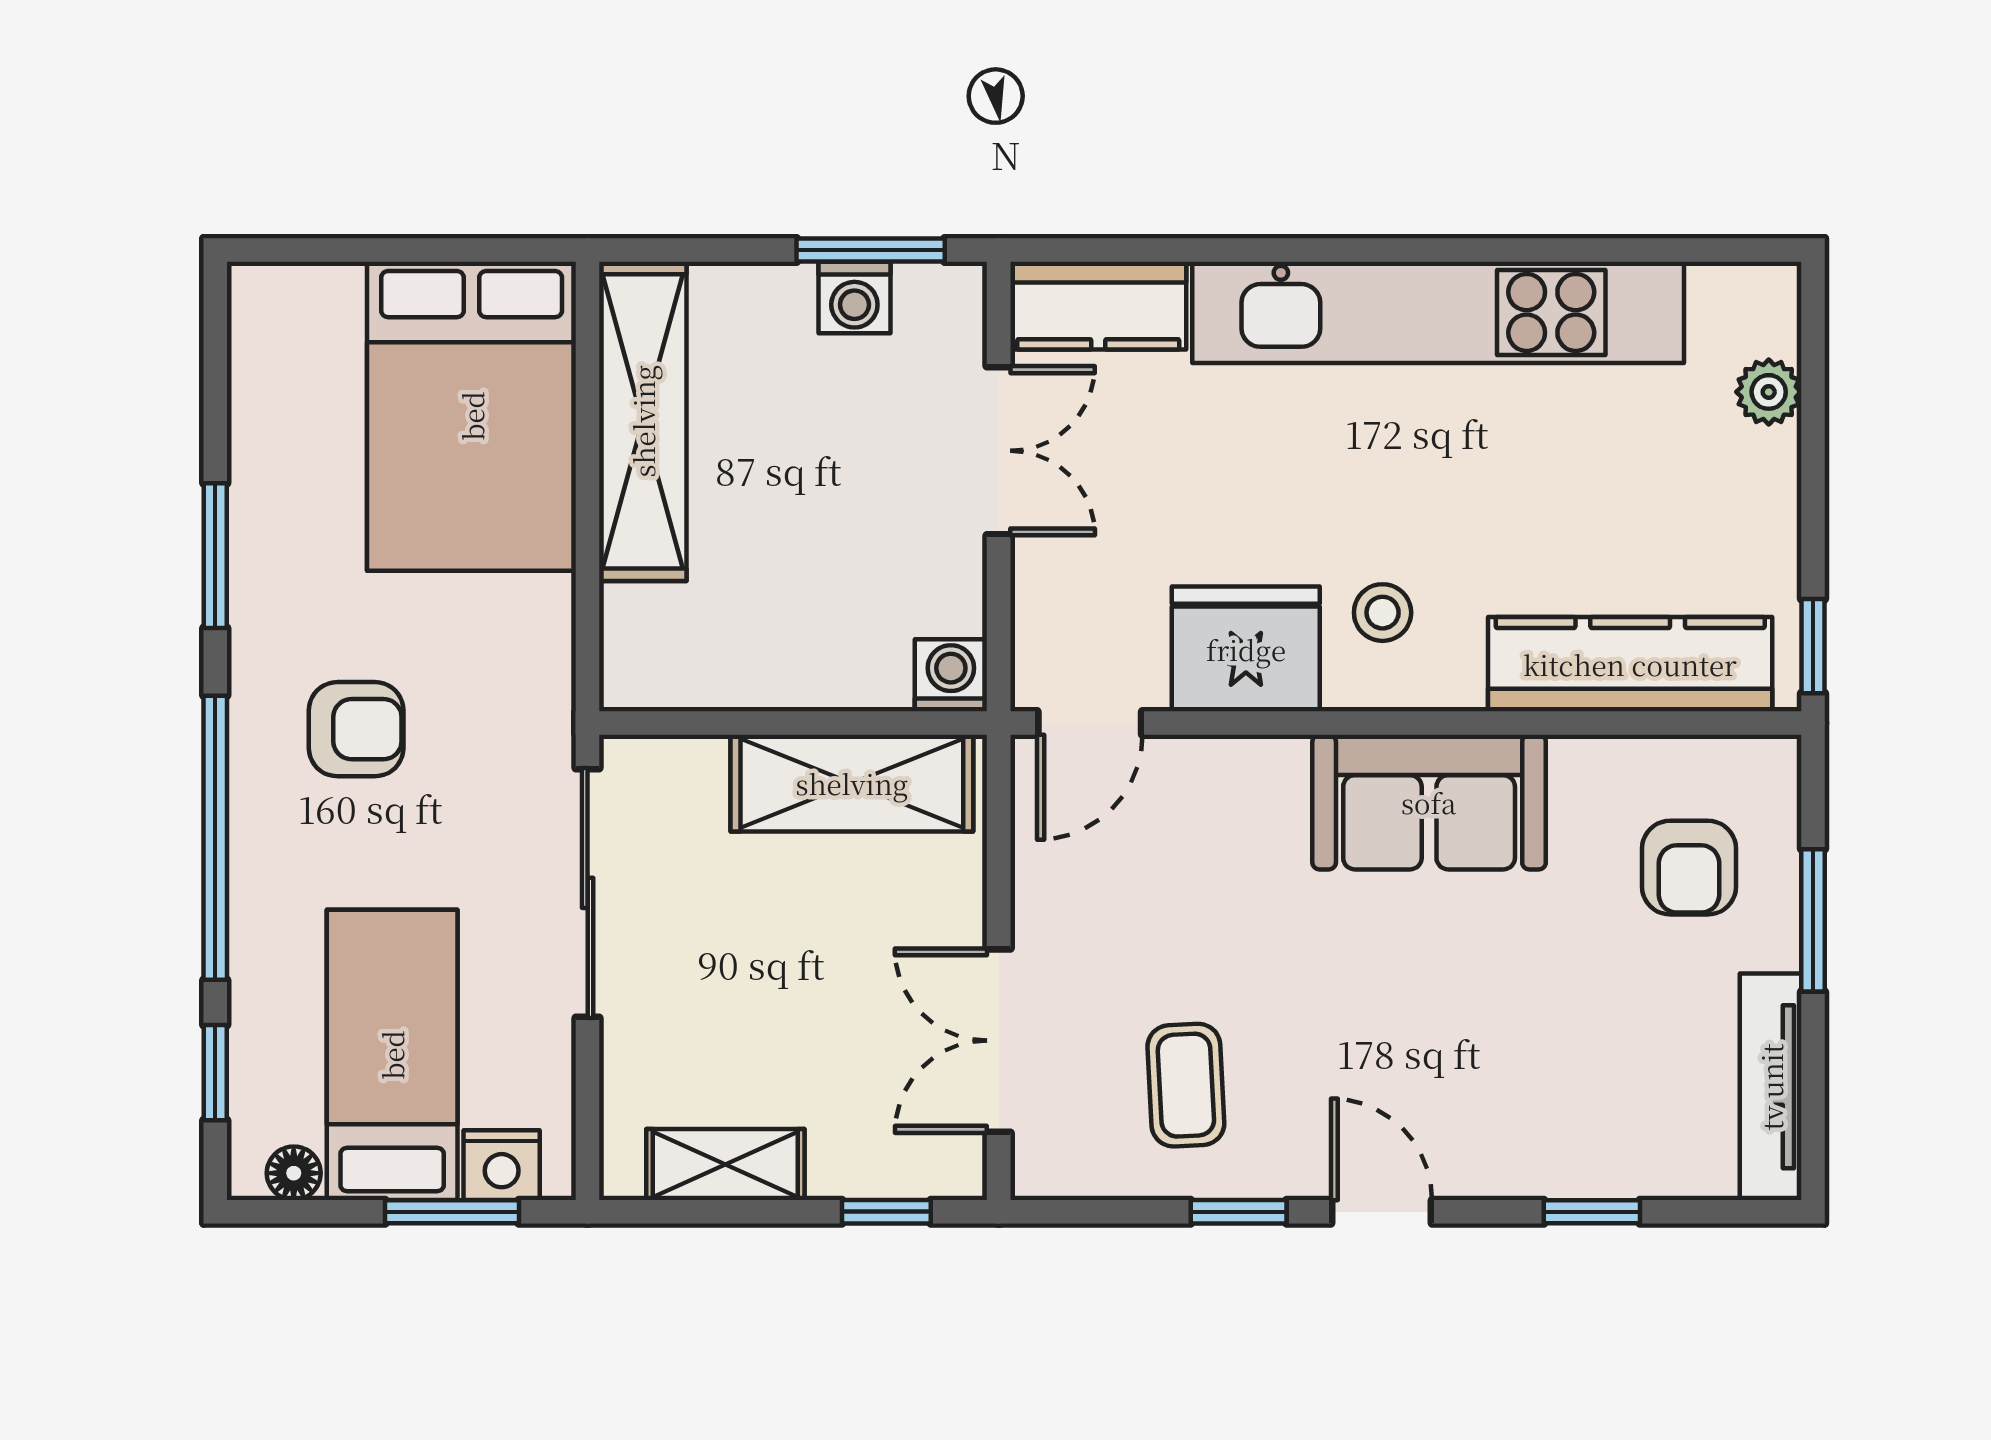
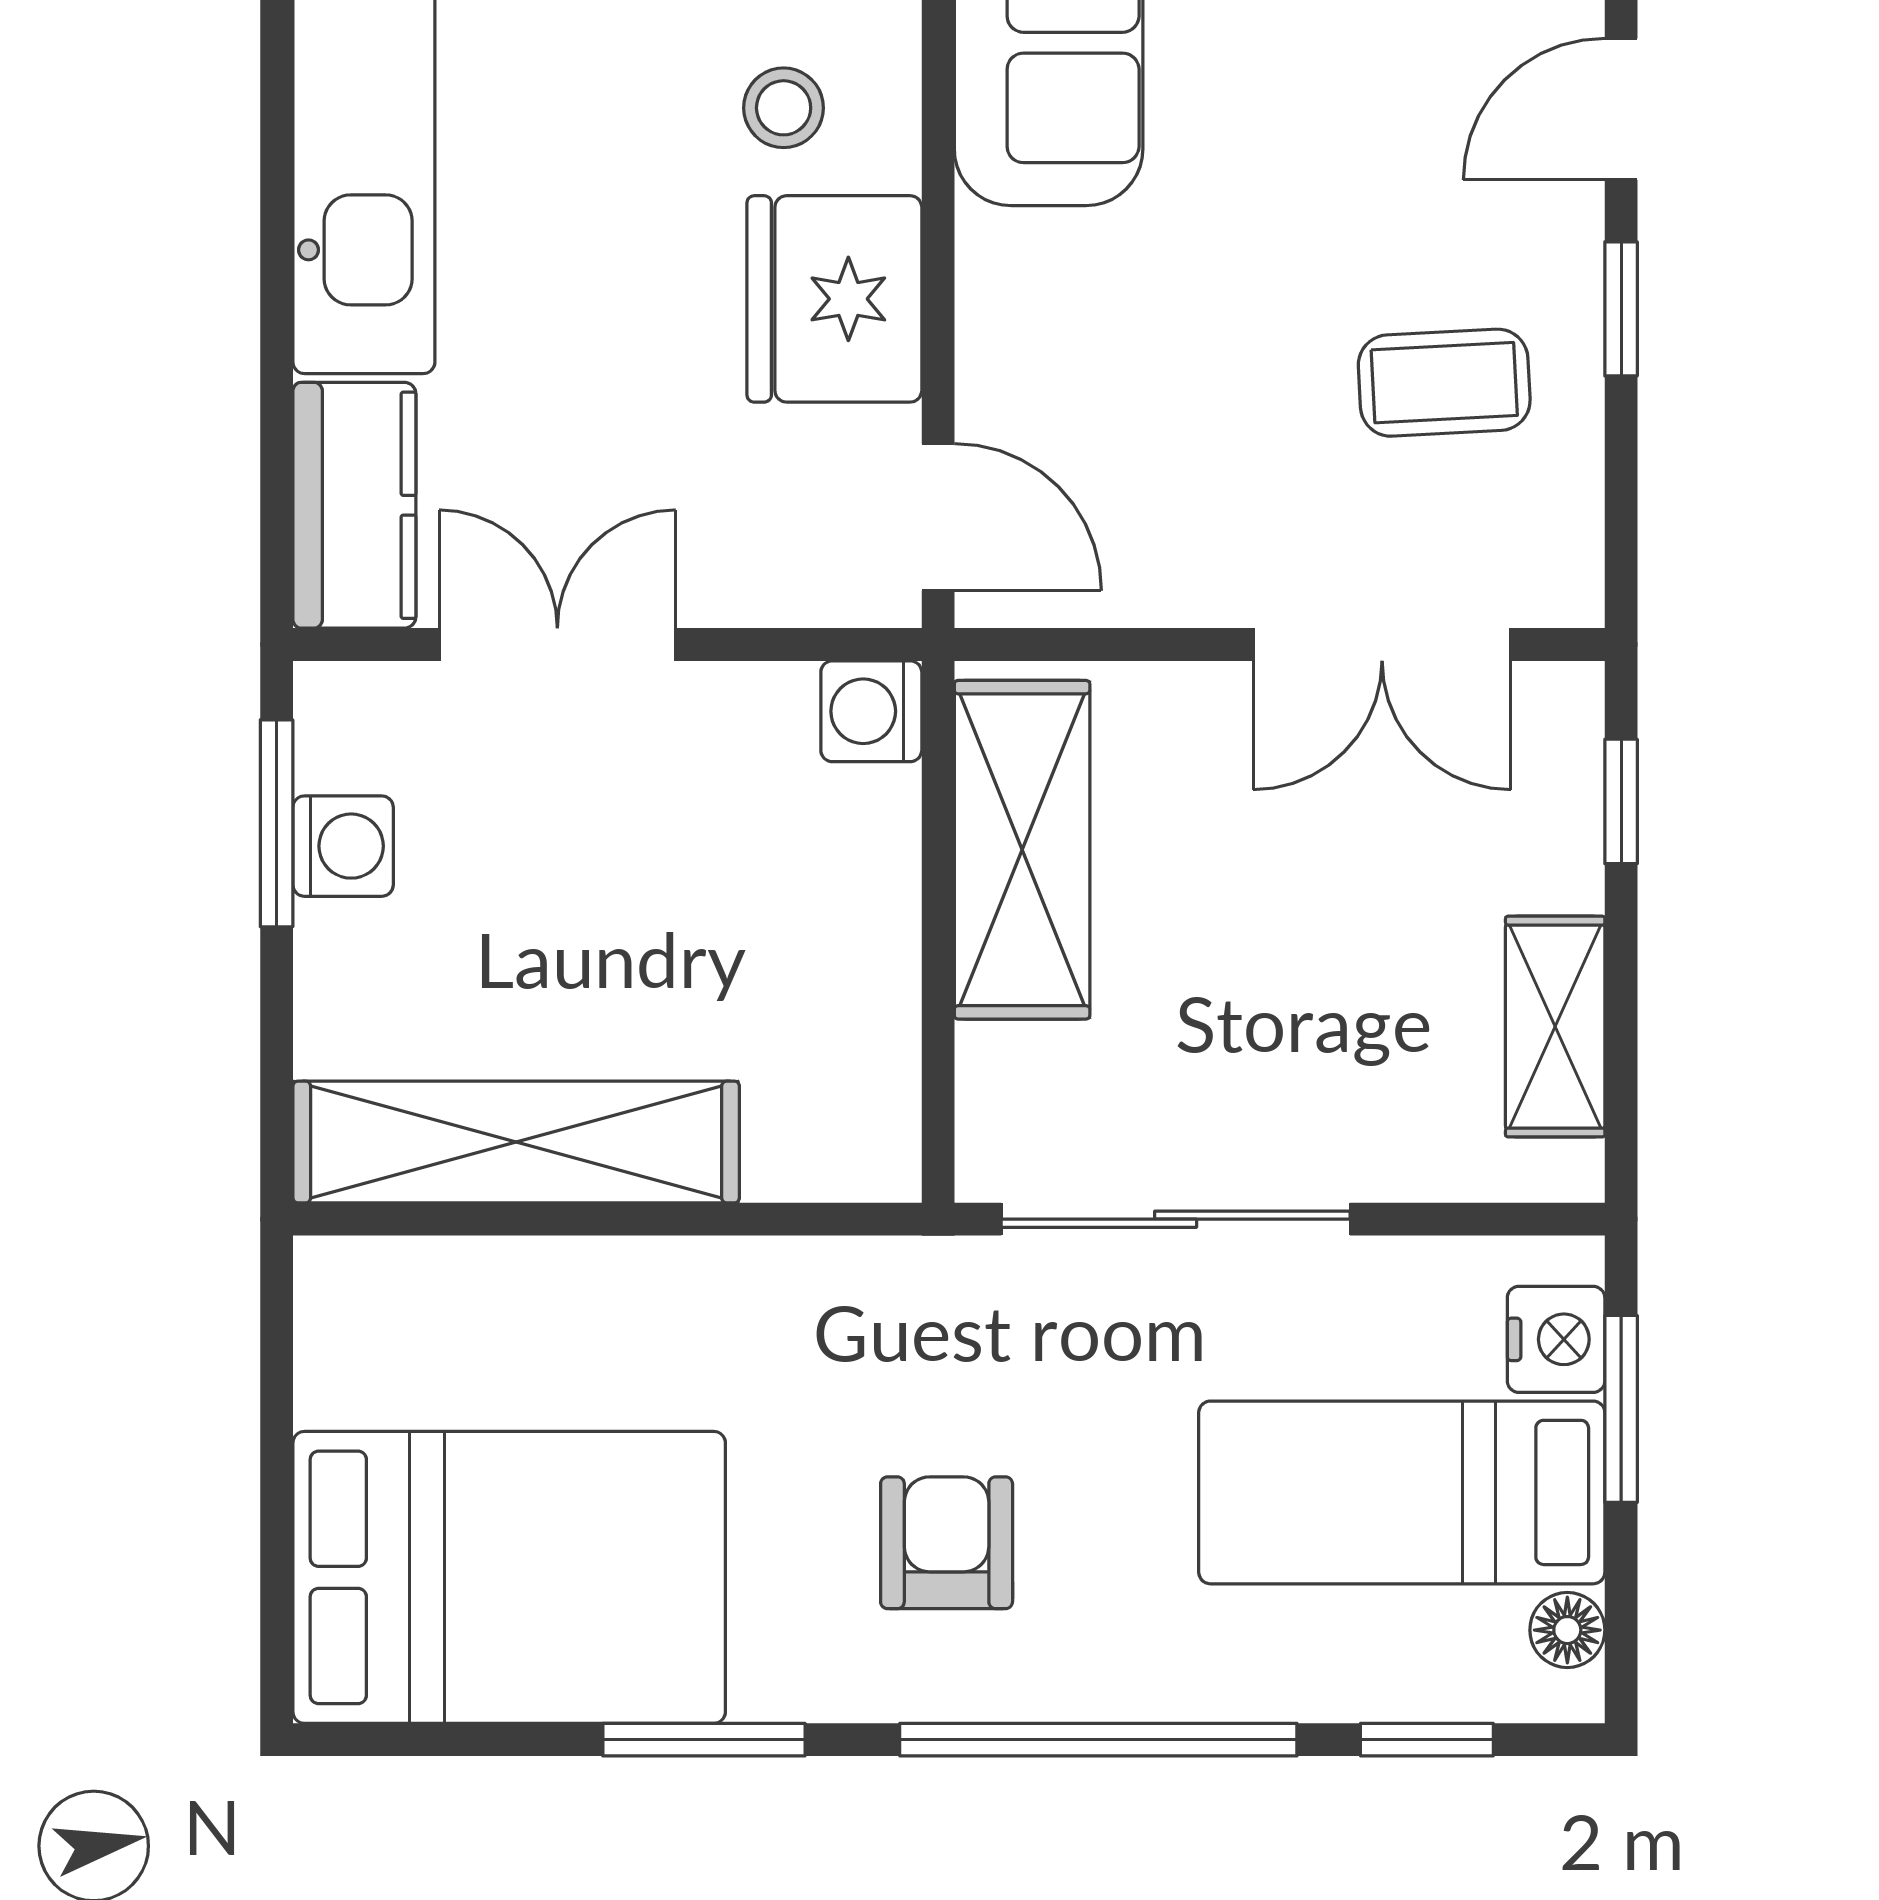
bed: (472, 416) -> (509, 1577), moved

